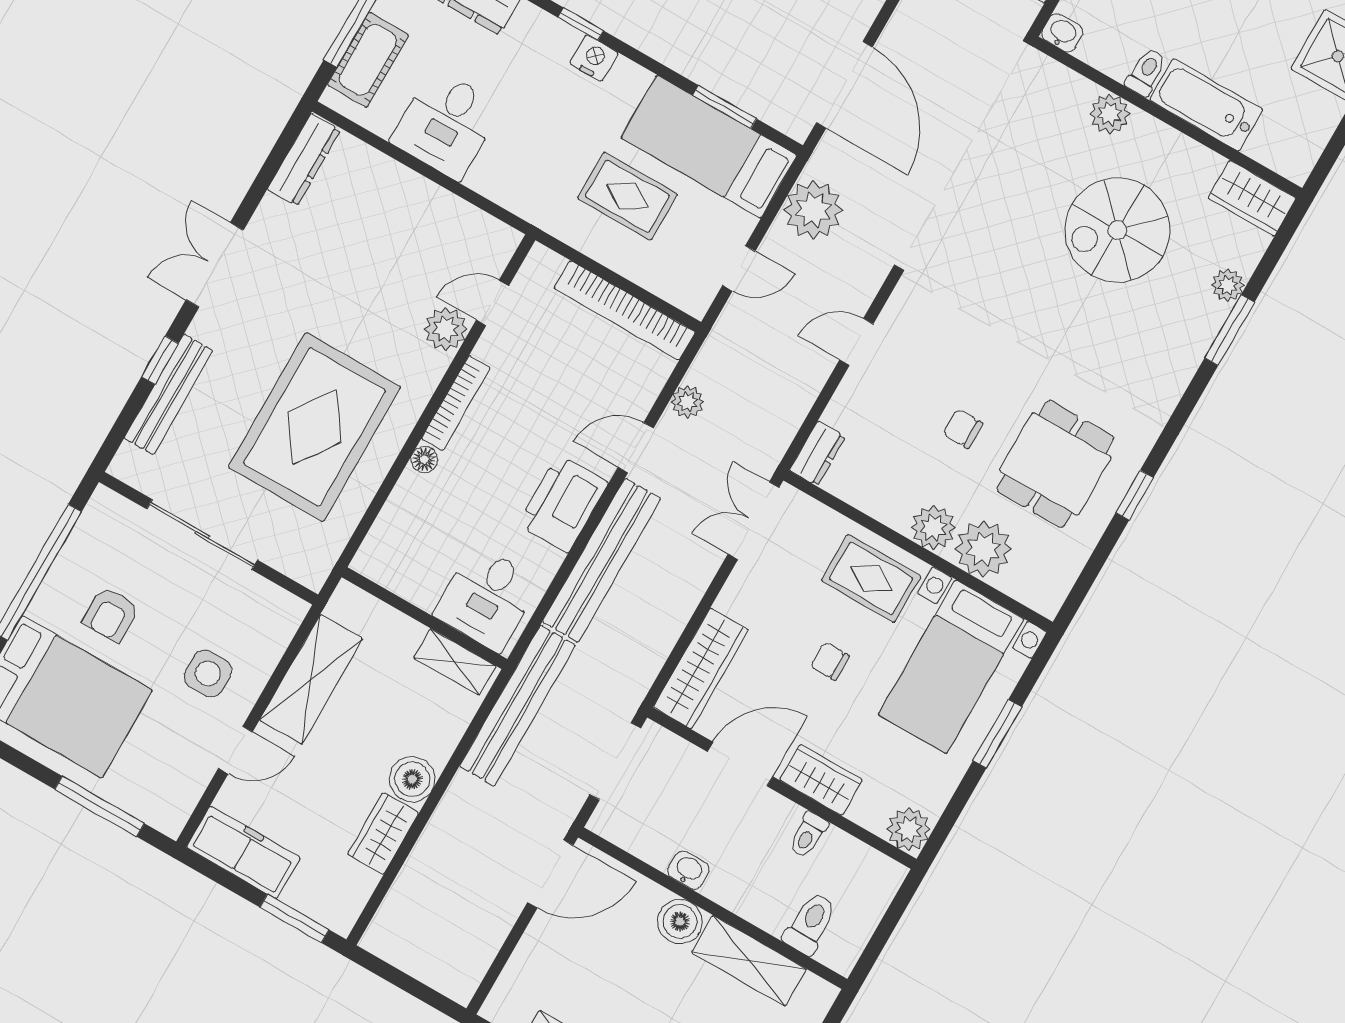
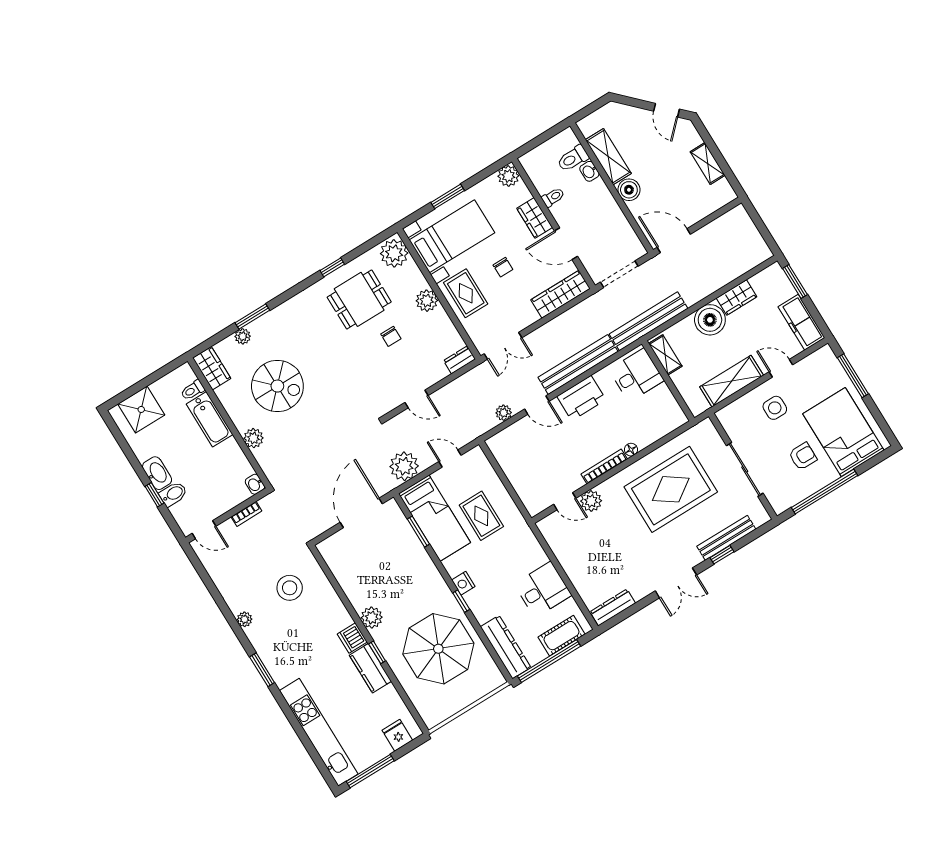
toilet: (1146, 72) -> (193, 390), moved
bookcase: (625, 310) -> (509, 467), removed
plant: (983, 549) -> (394, 253), moved
boiler: (412, 779) -> (710, 320), width x1.37, depth x1.37
washbasin: (688, 870) -> (589, 171), moved

